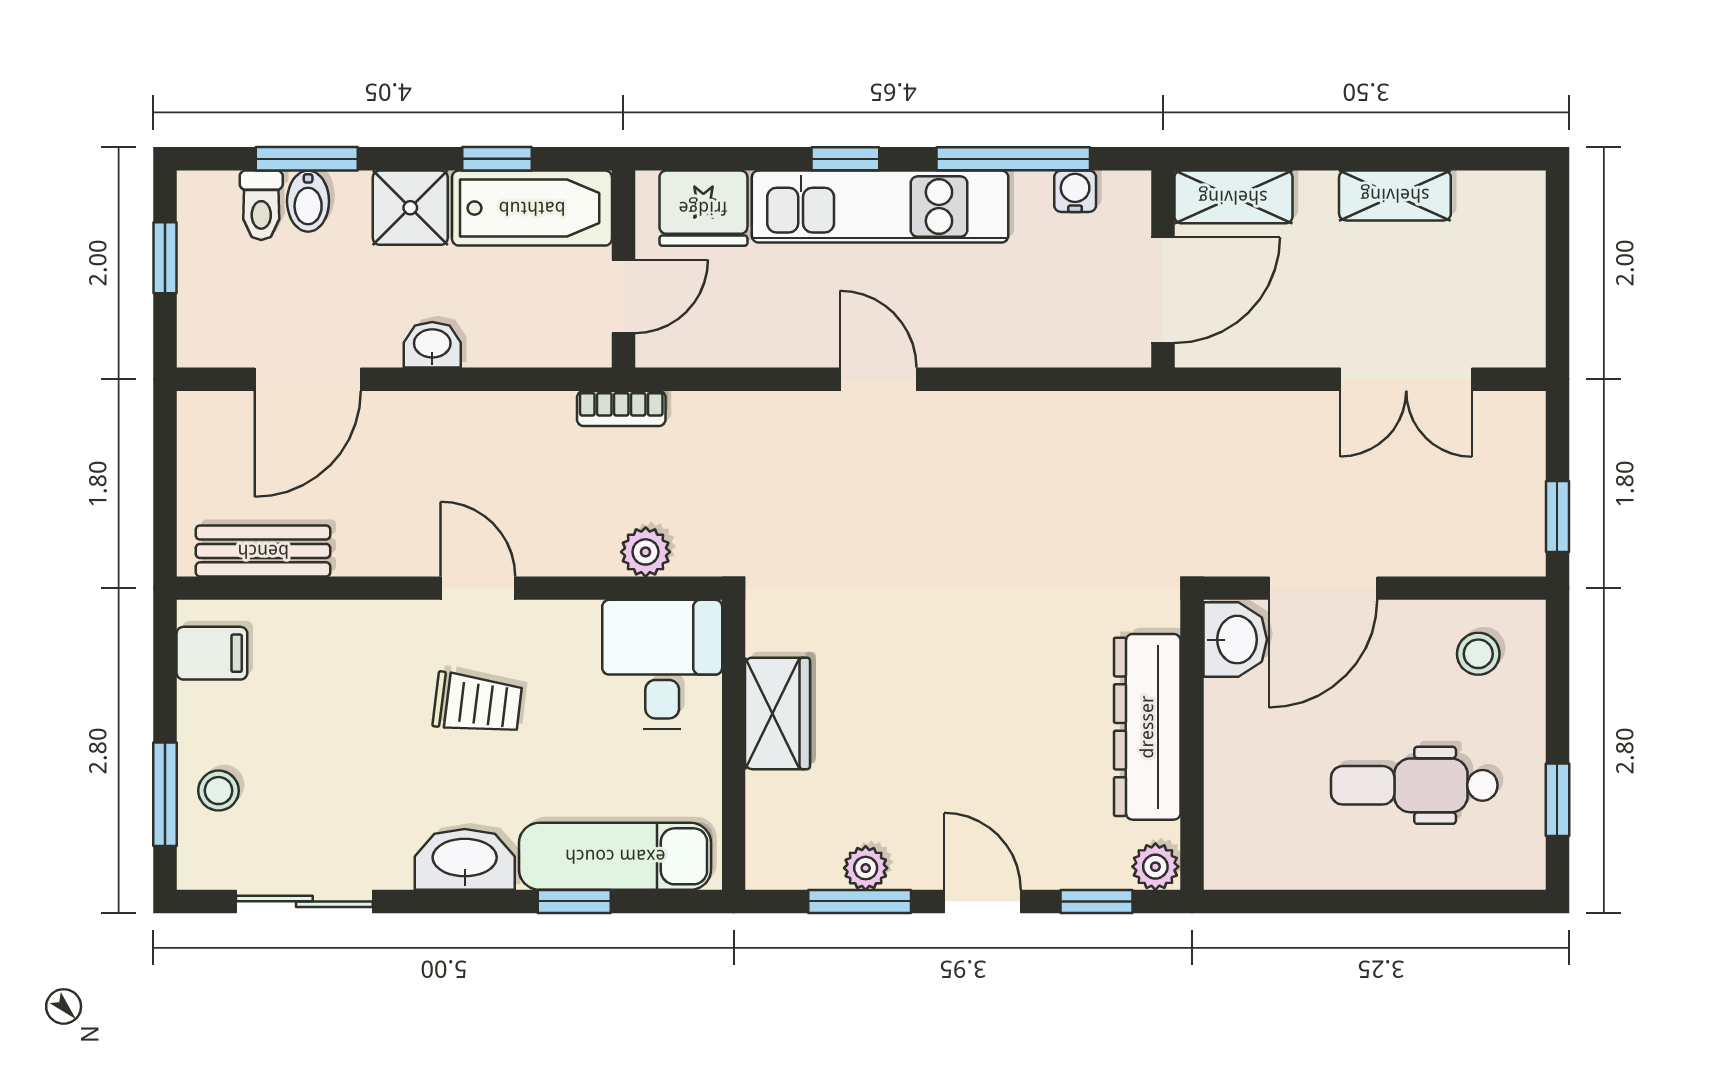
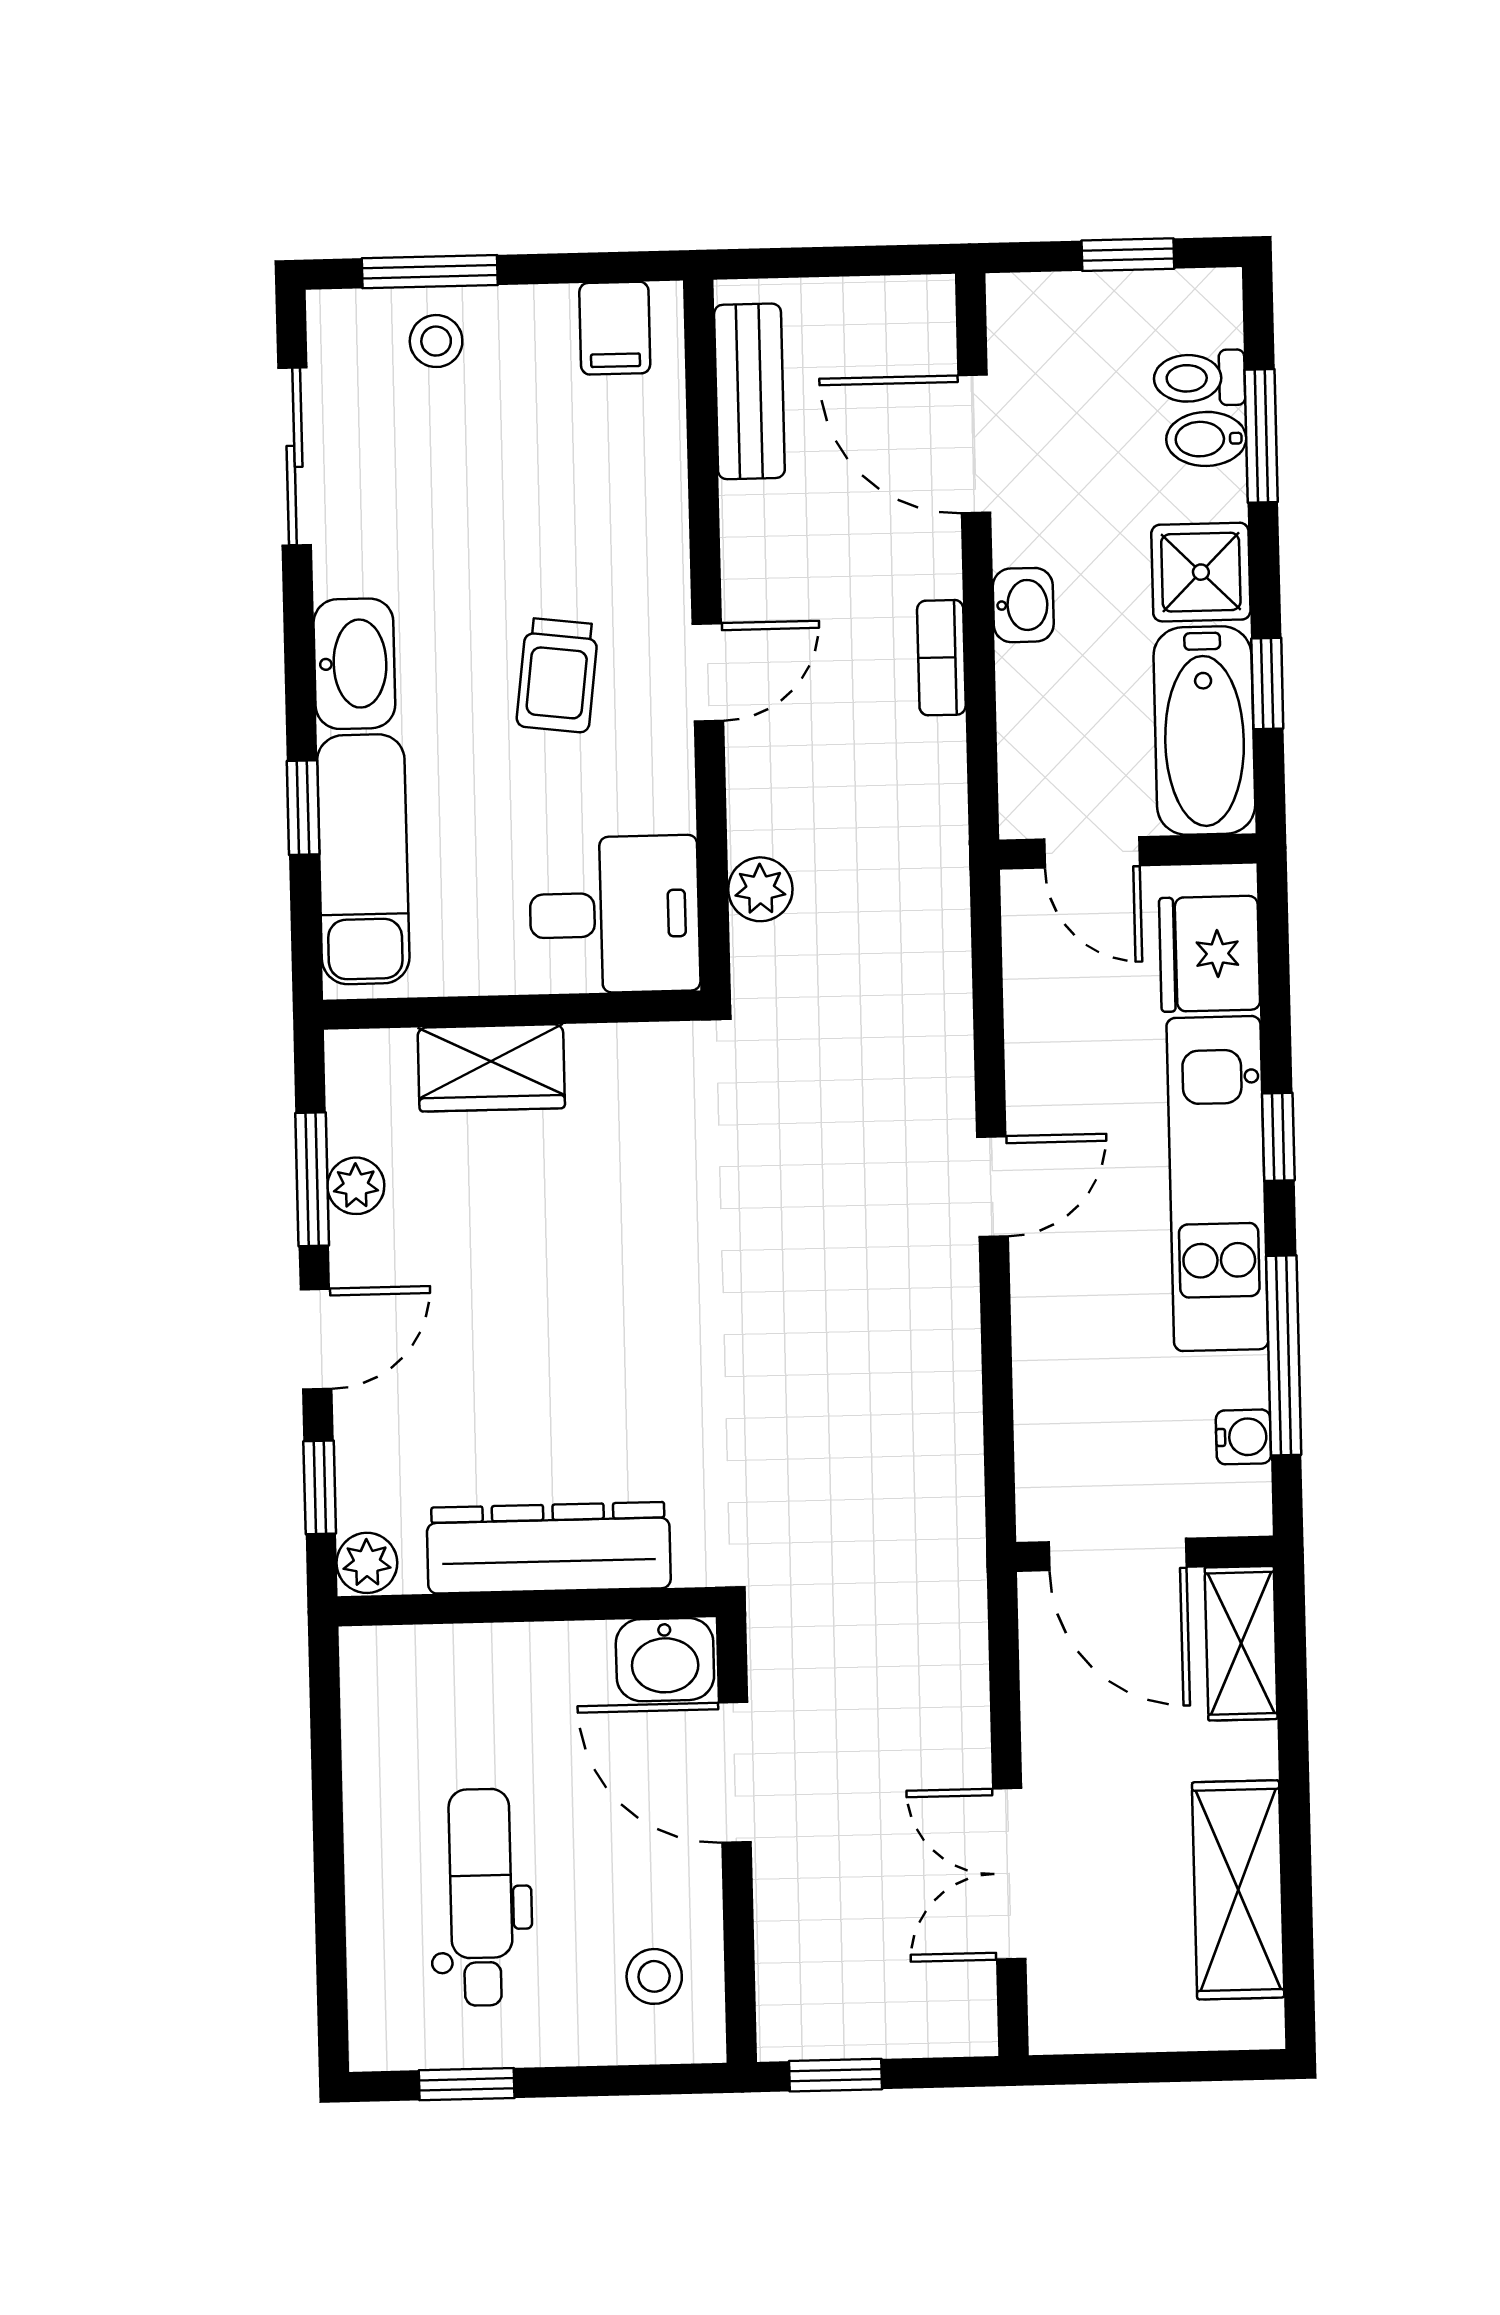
shelving: (1395, 195) -> (1238, 1890), width x1.50, depth x1.33
bookcase: (621, 409) -> (941, 658), moved
wardrobe: (778, 713) -> (491, 1068), moved

